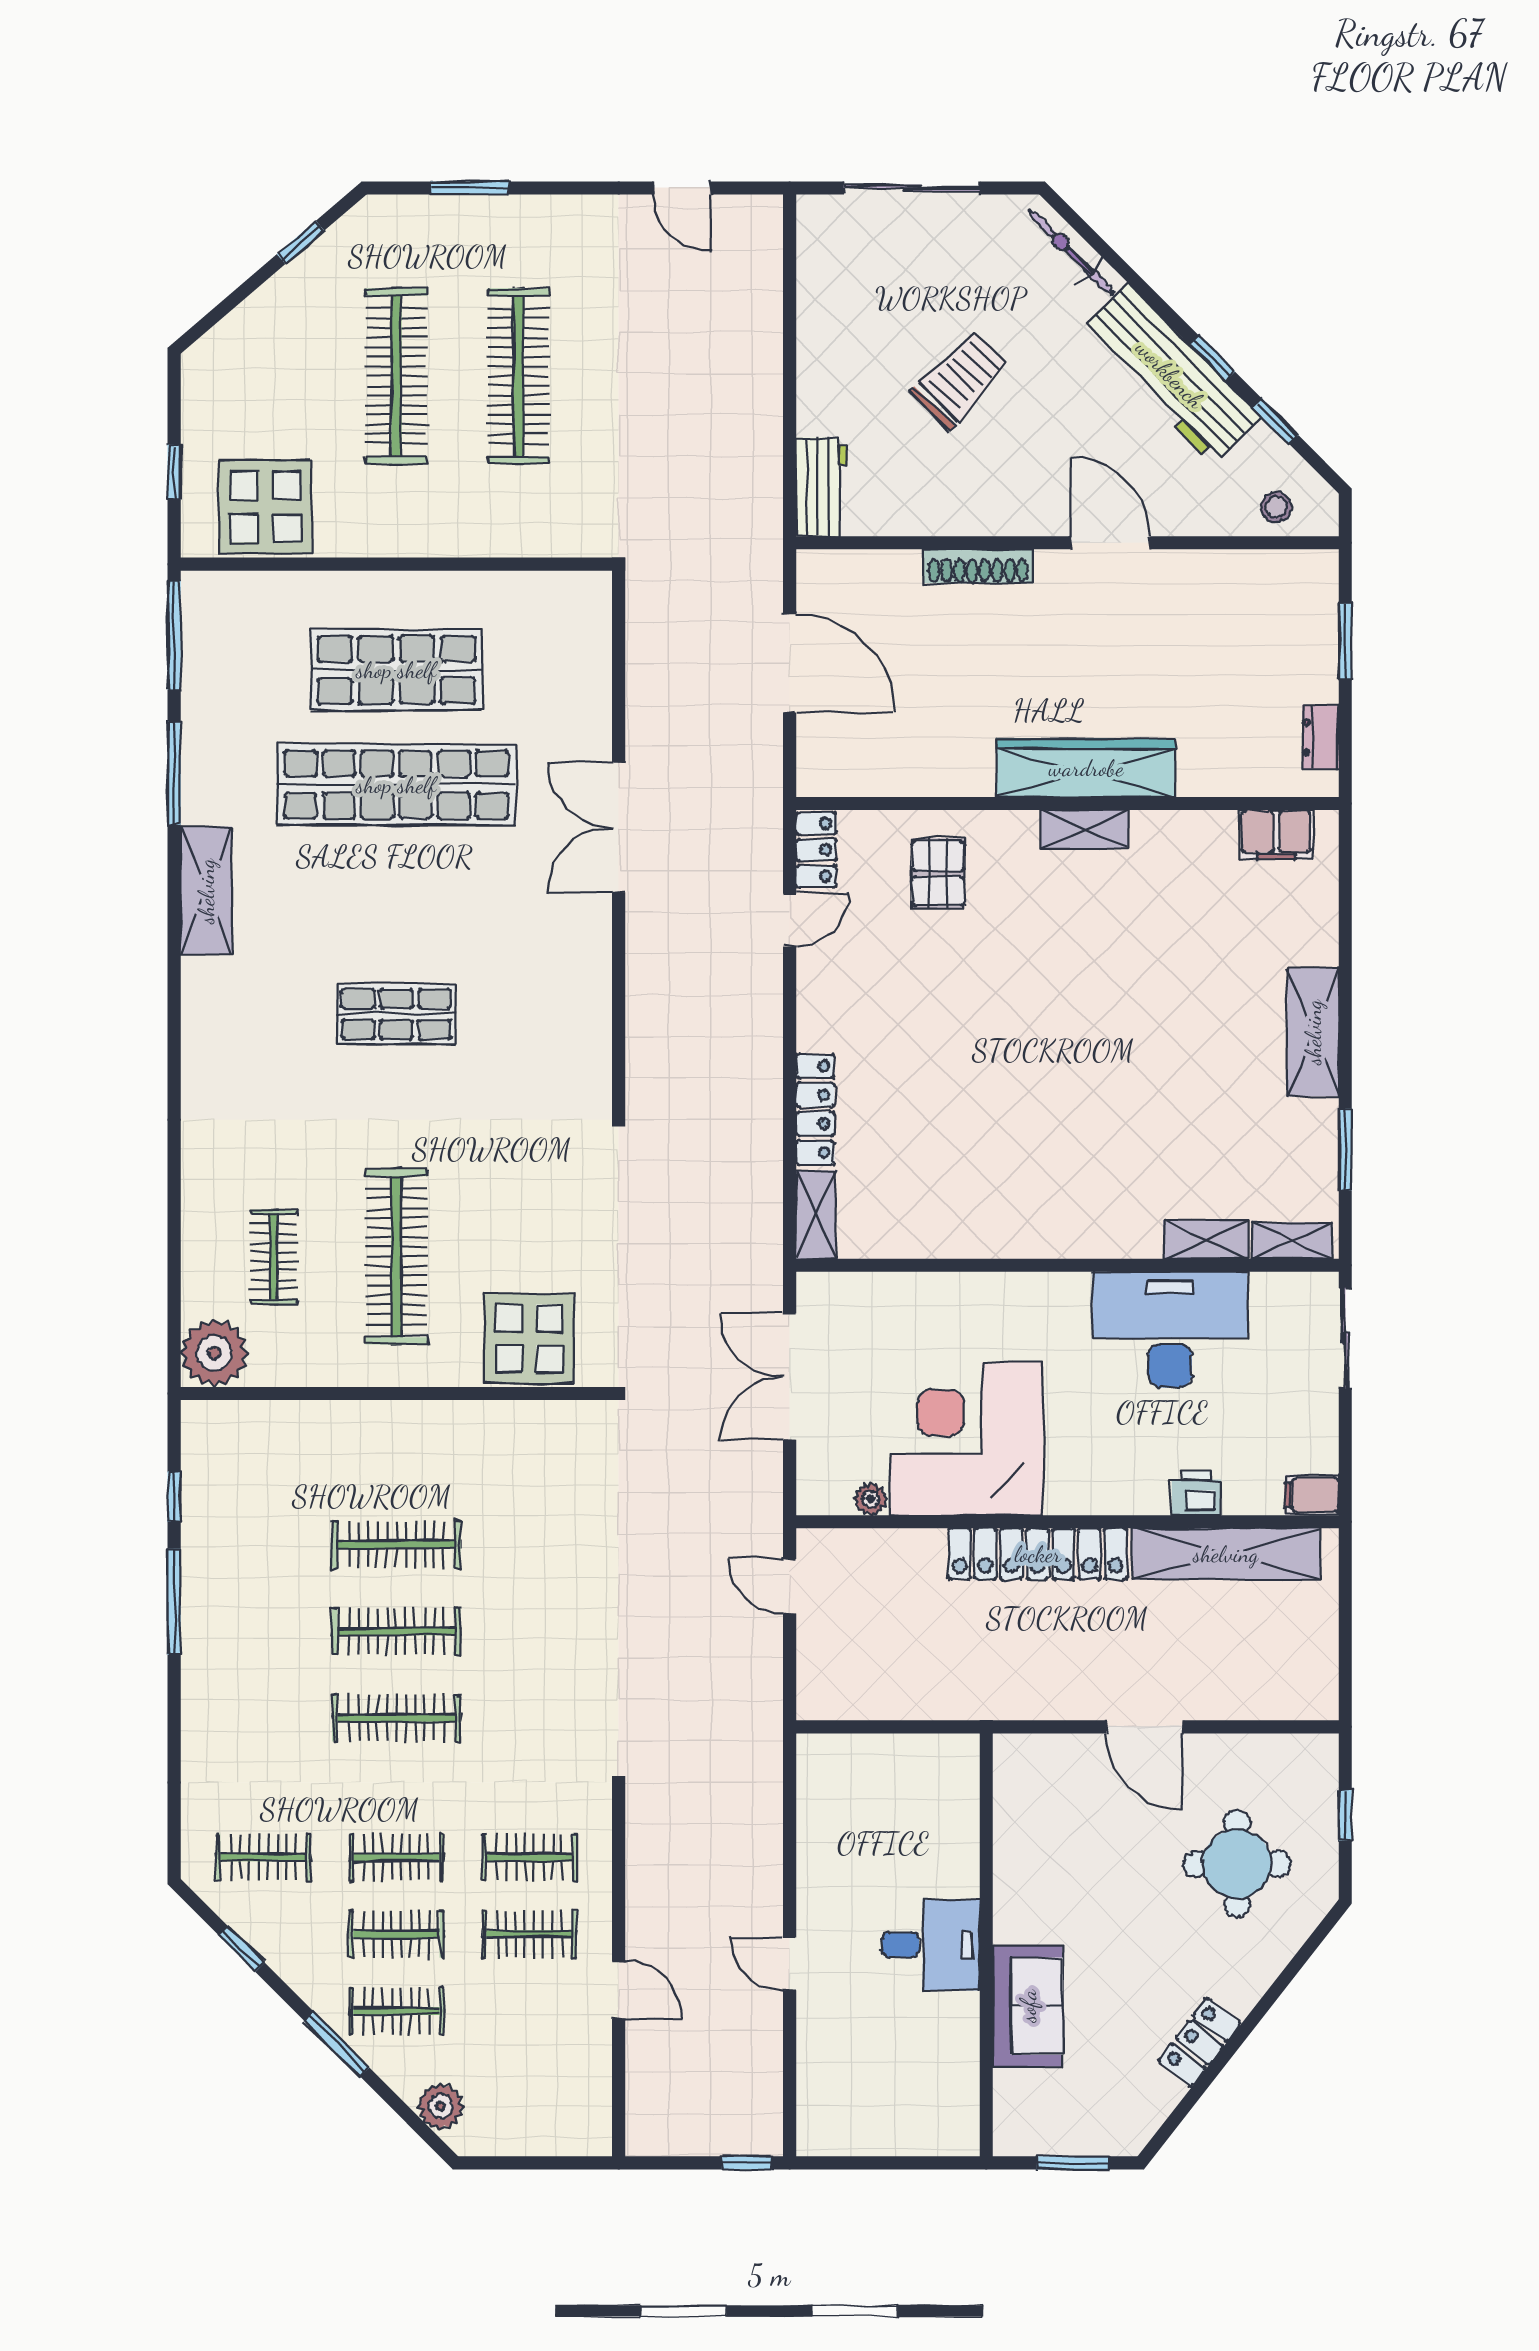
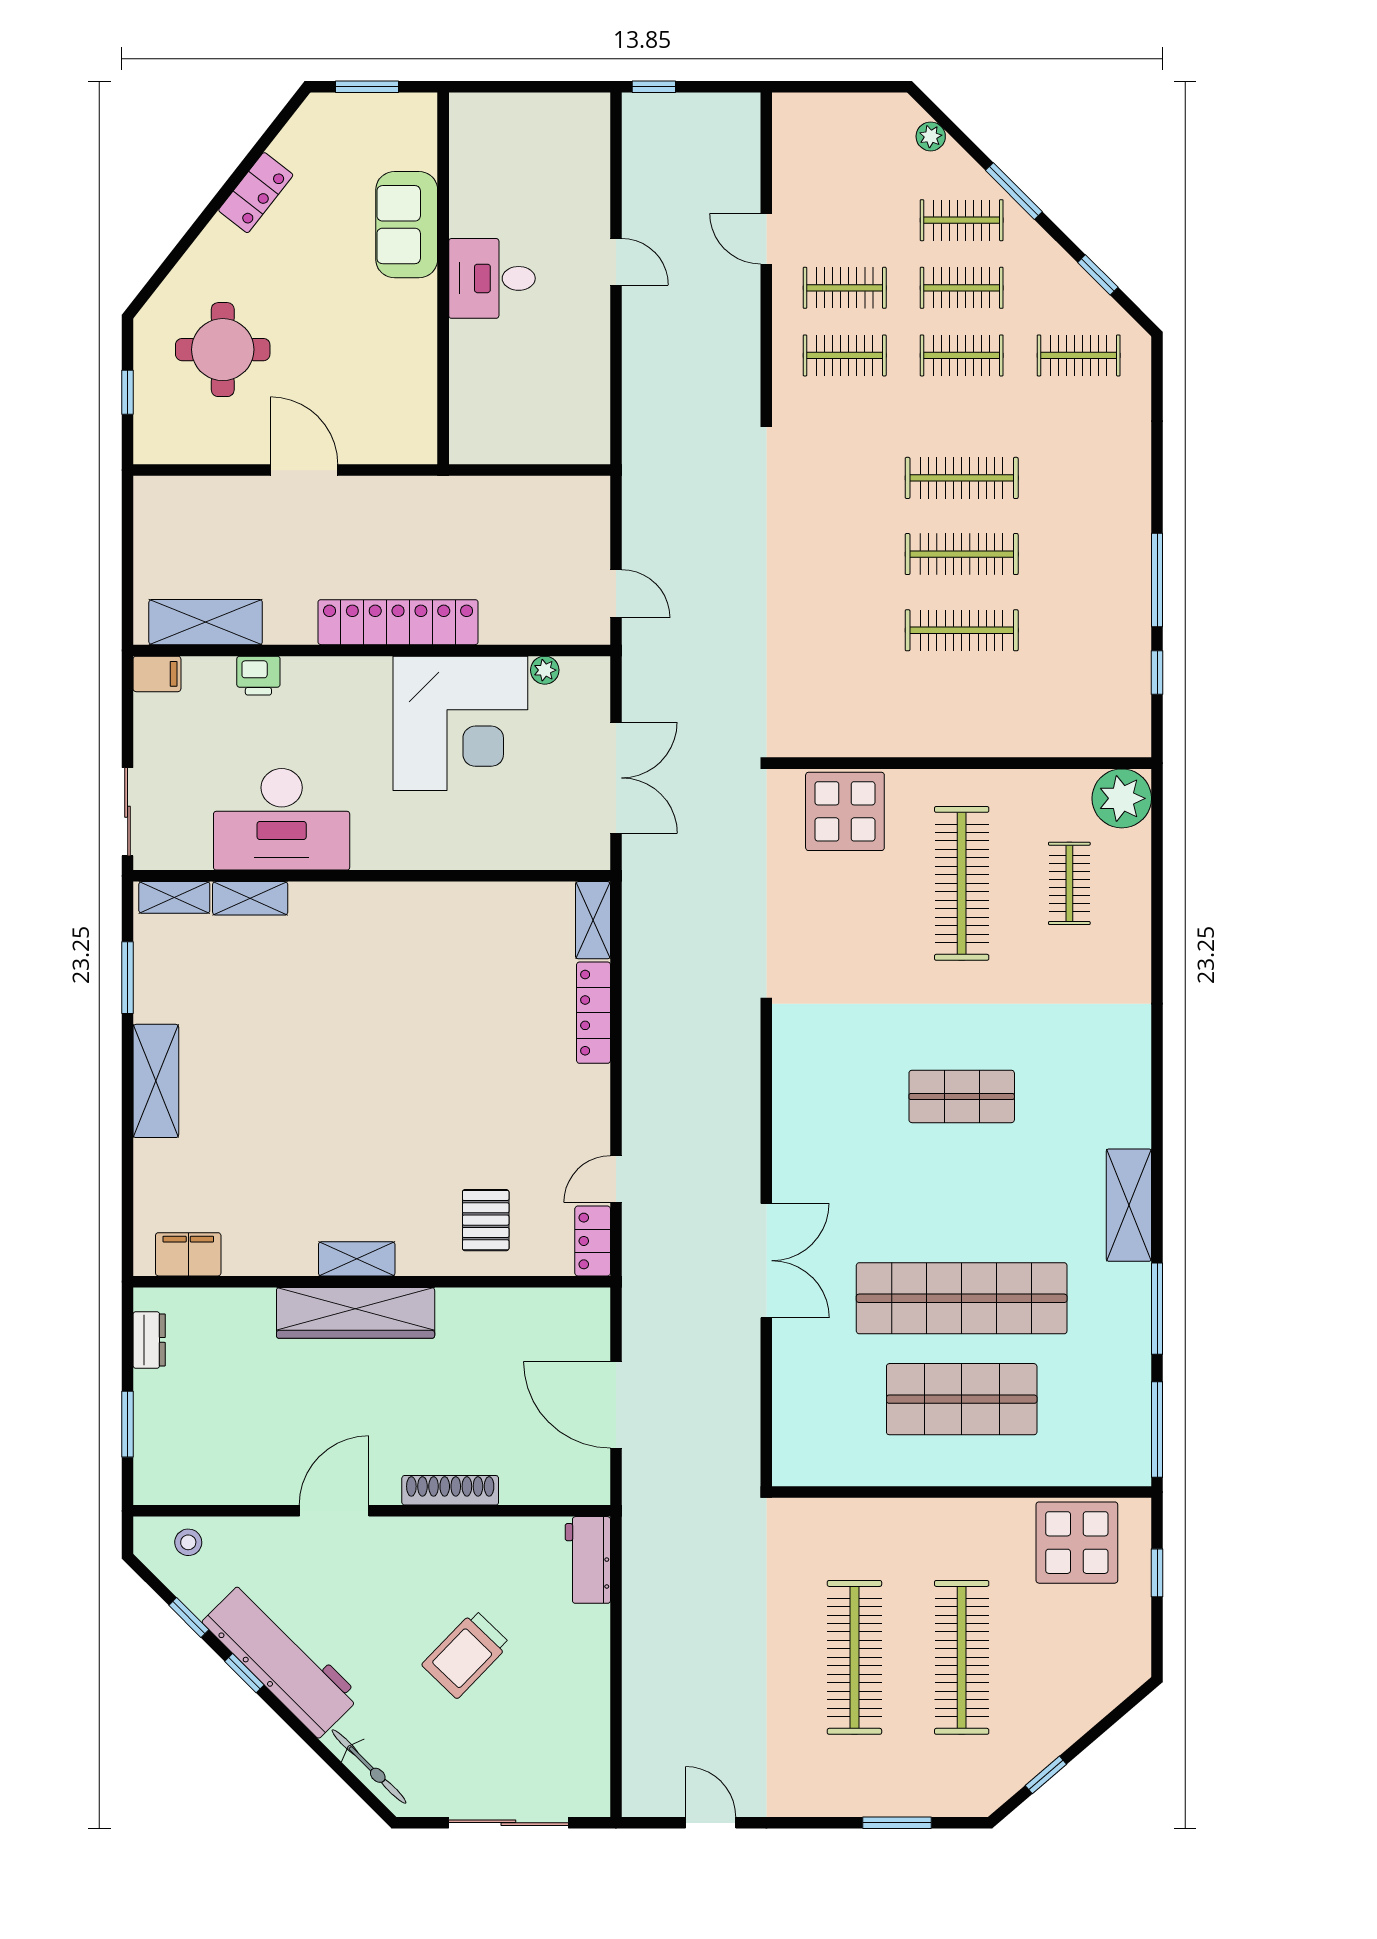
door: (1110, 543) -> (334, 1511), swing flipped
shelving: (1226, 1554) -> (206, 622), width x0.68
plant: (440, 2106) -> (931, 136), width x0.73, depth x0.73

